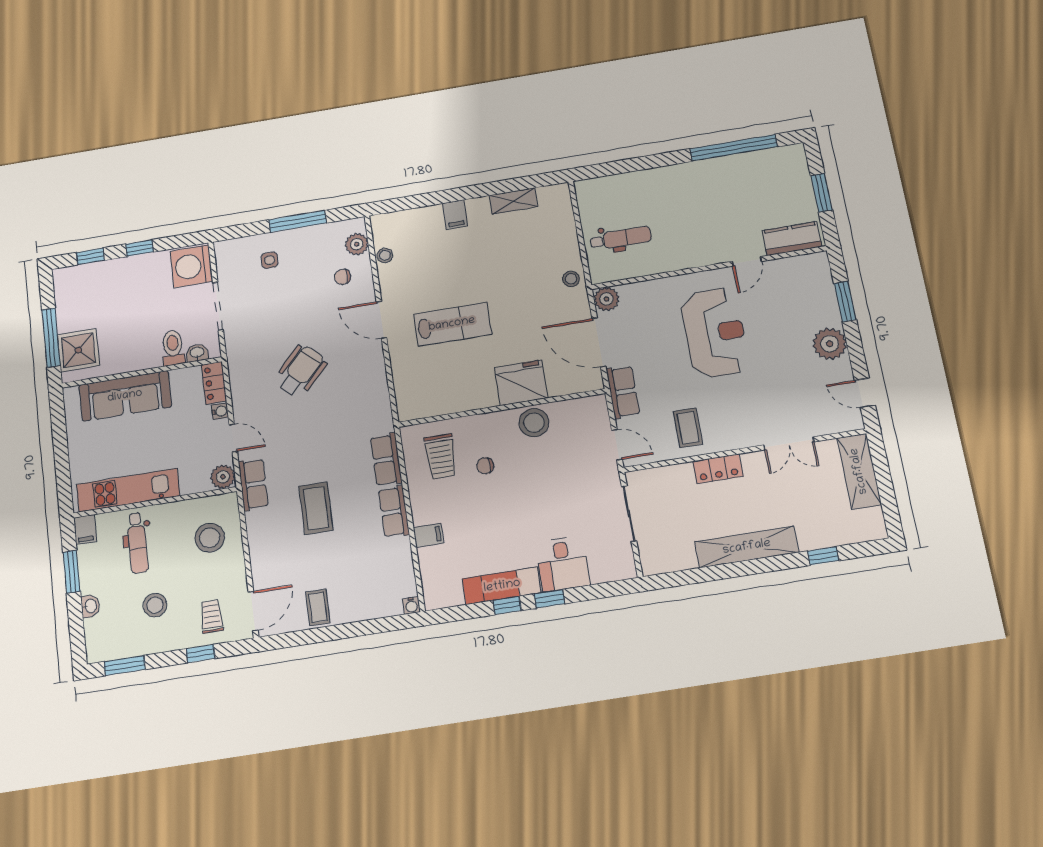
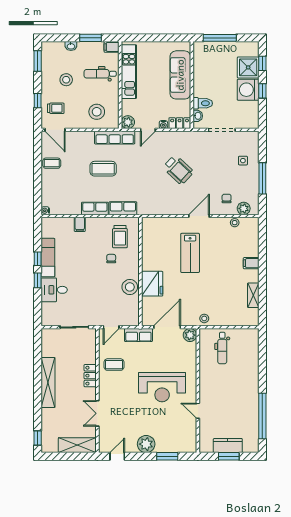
kitchen counter: (792, 239) -> (228, 446), moved, turned -90
washing machine: (191, 266) -> (248, 90), moved, turned -90
shower: (78, 350) -> (248, 67), moved
trolley: (441, 456) -> (120, 237), turned -90
row of seats: (253, 484) -> (115, 138), width x1.48
window: (823, 556) -> (38, 438), moved

